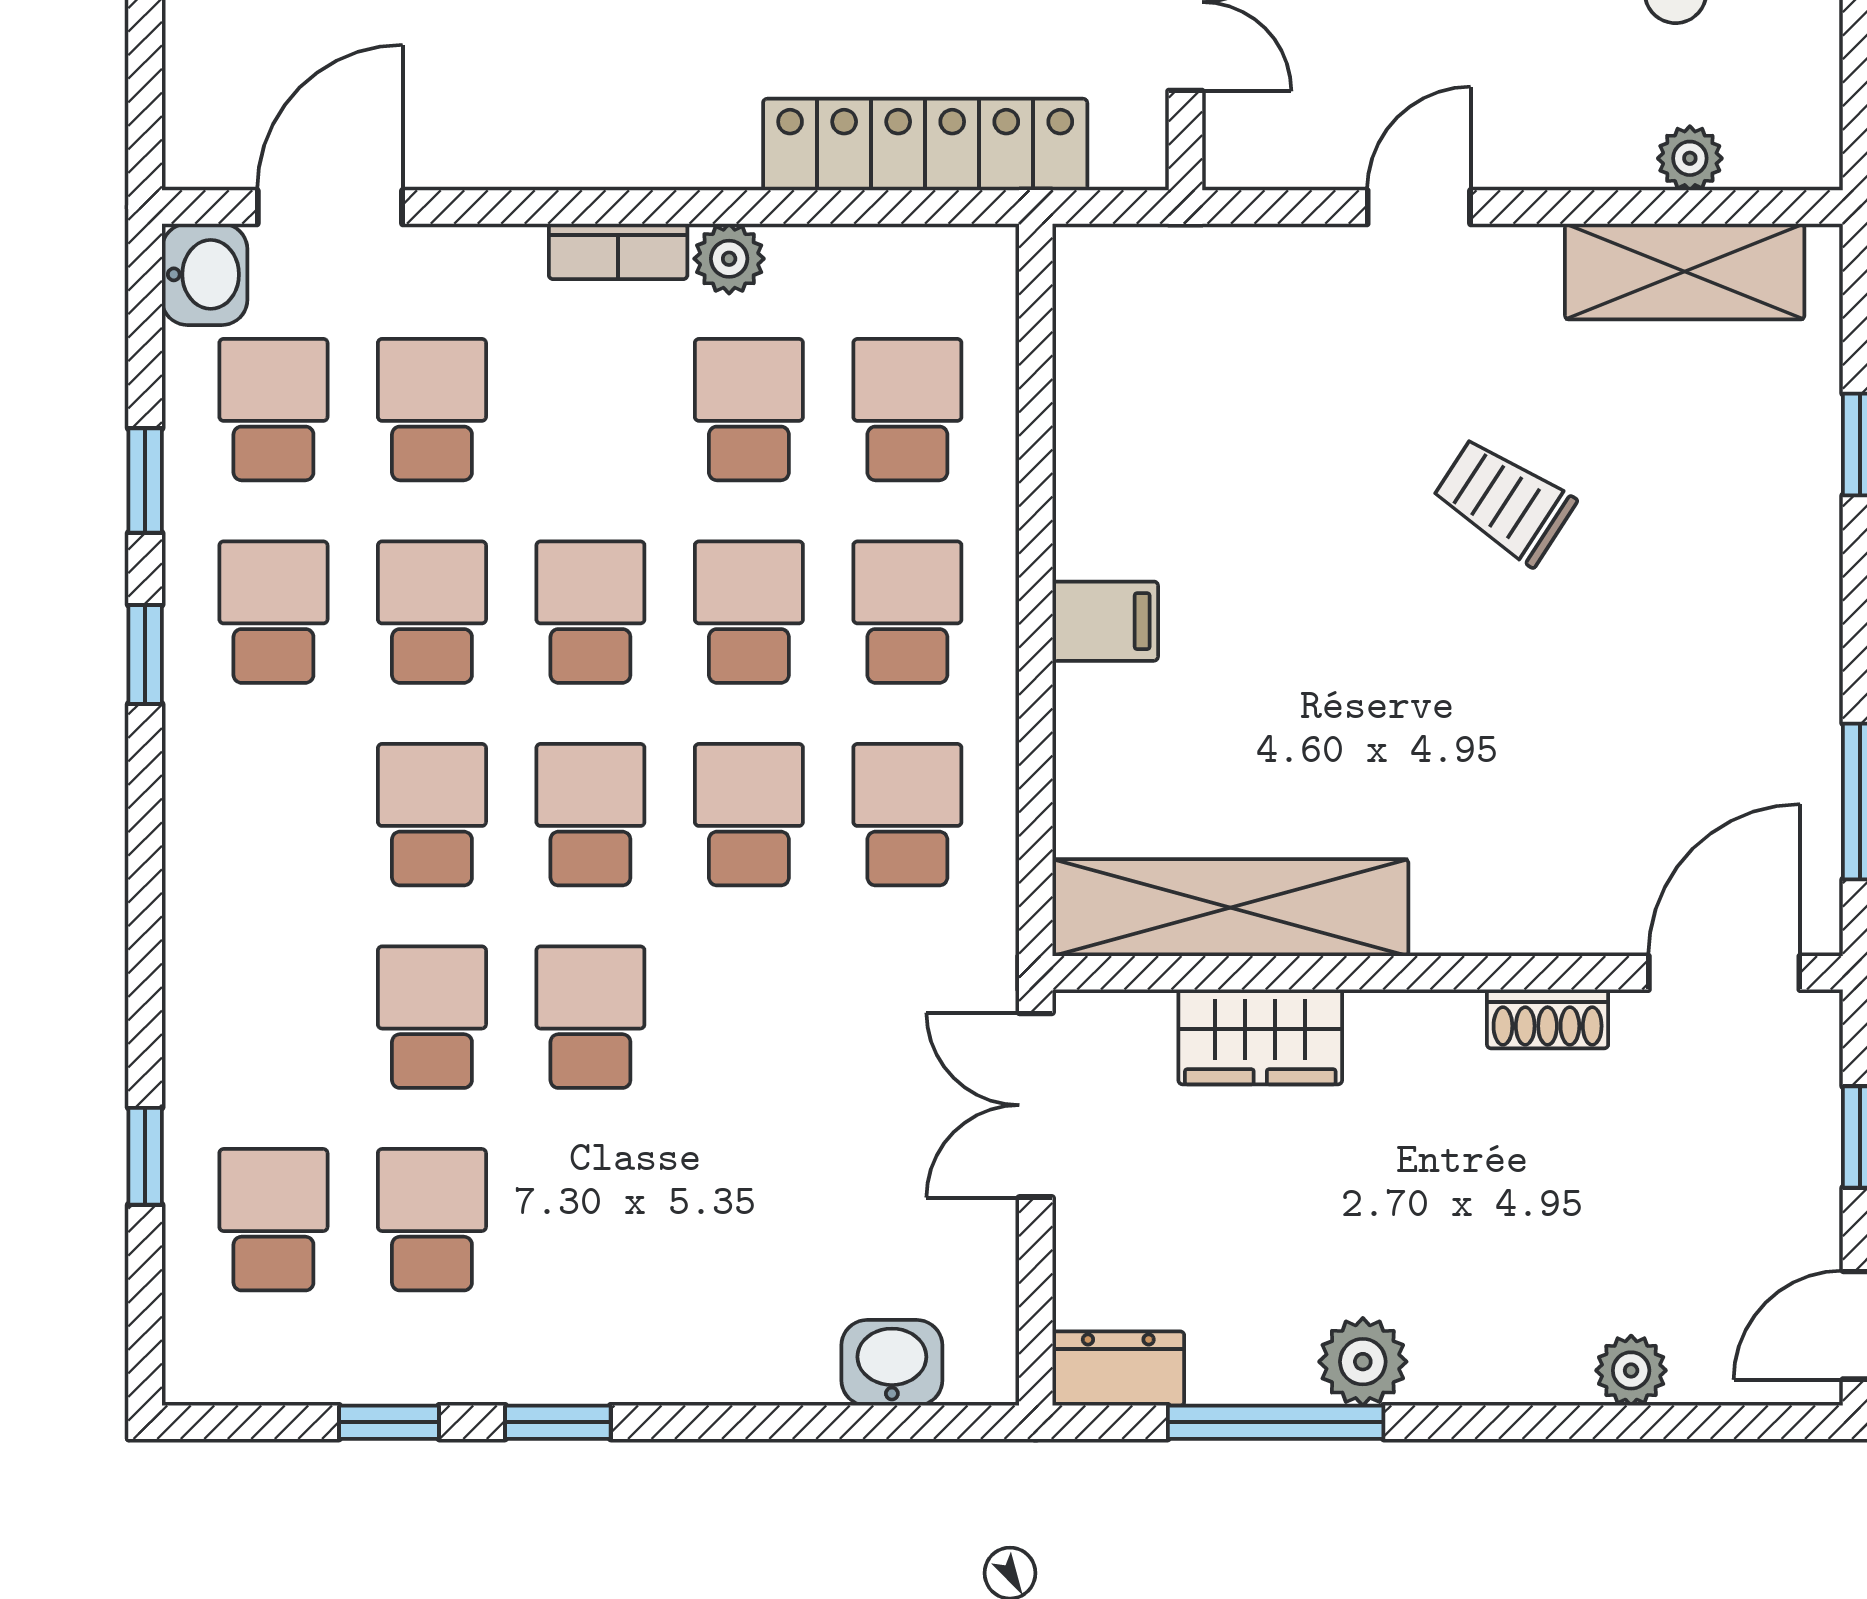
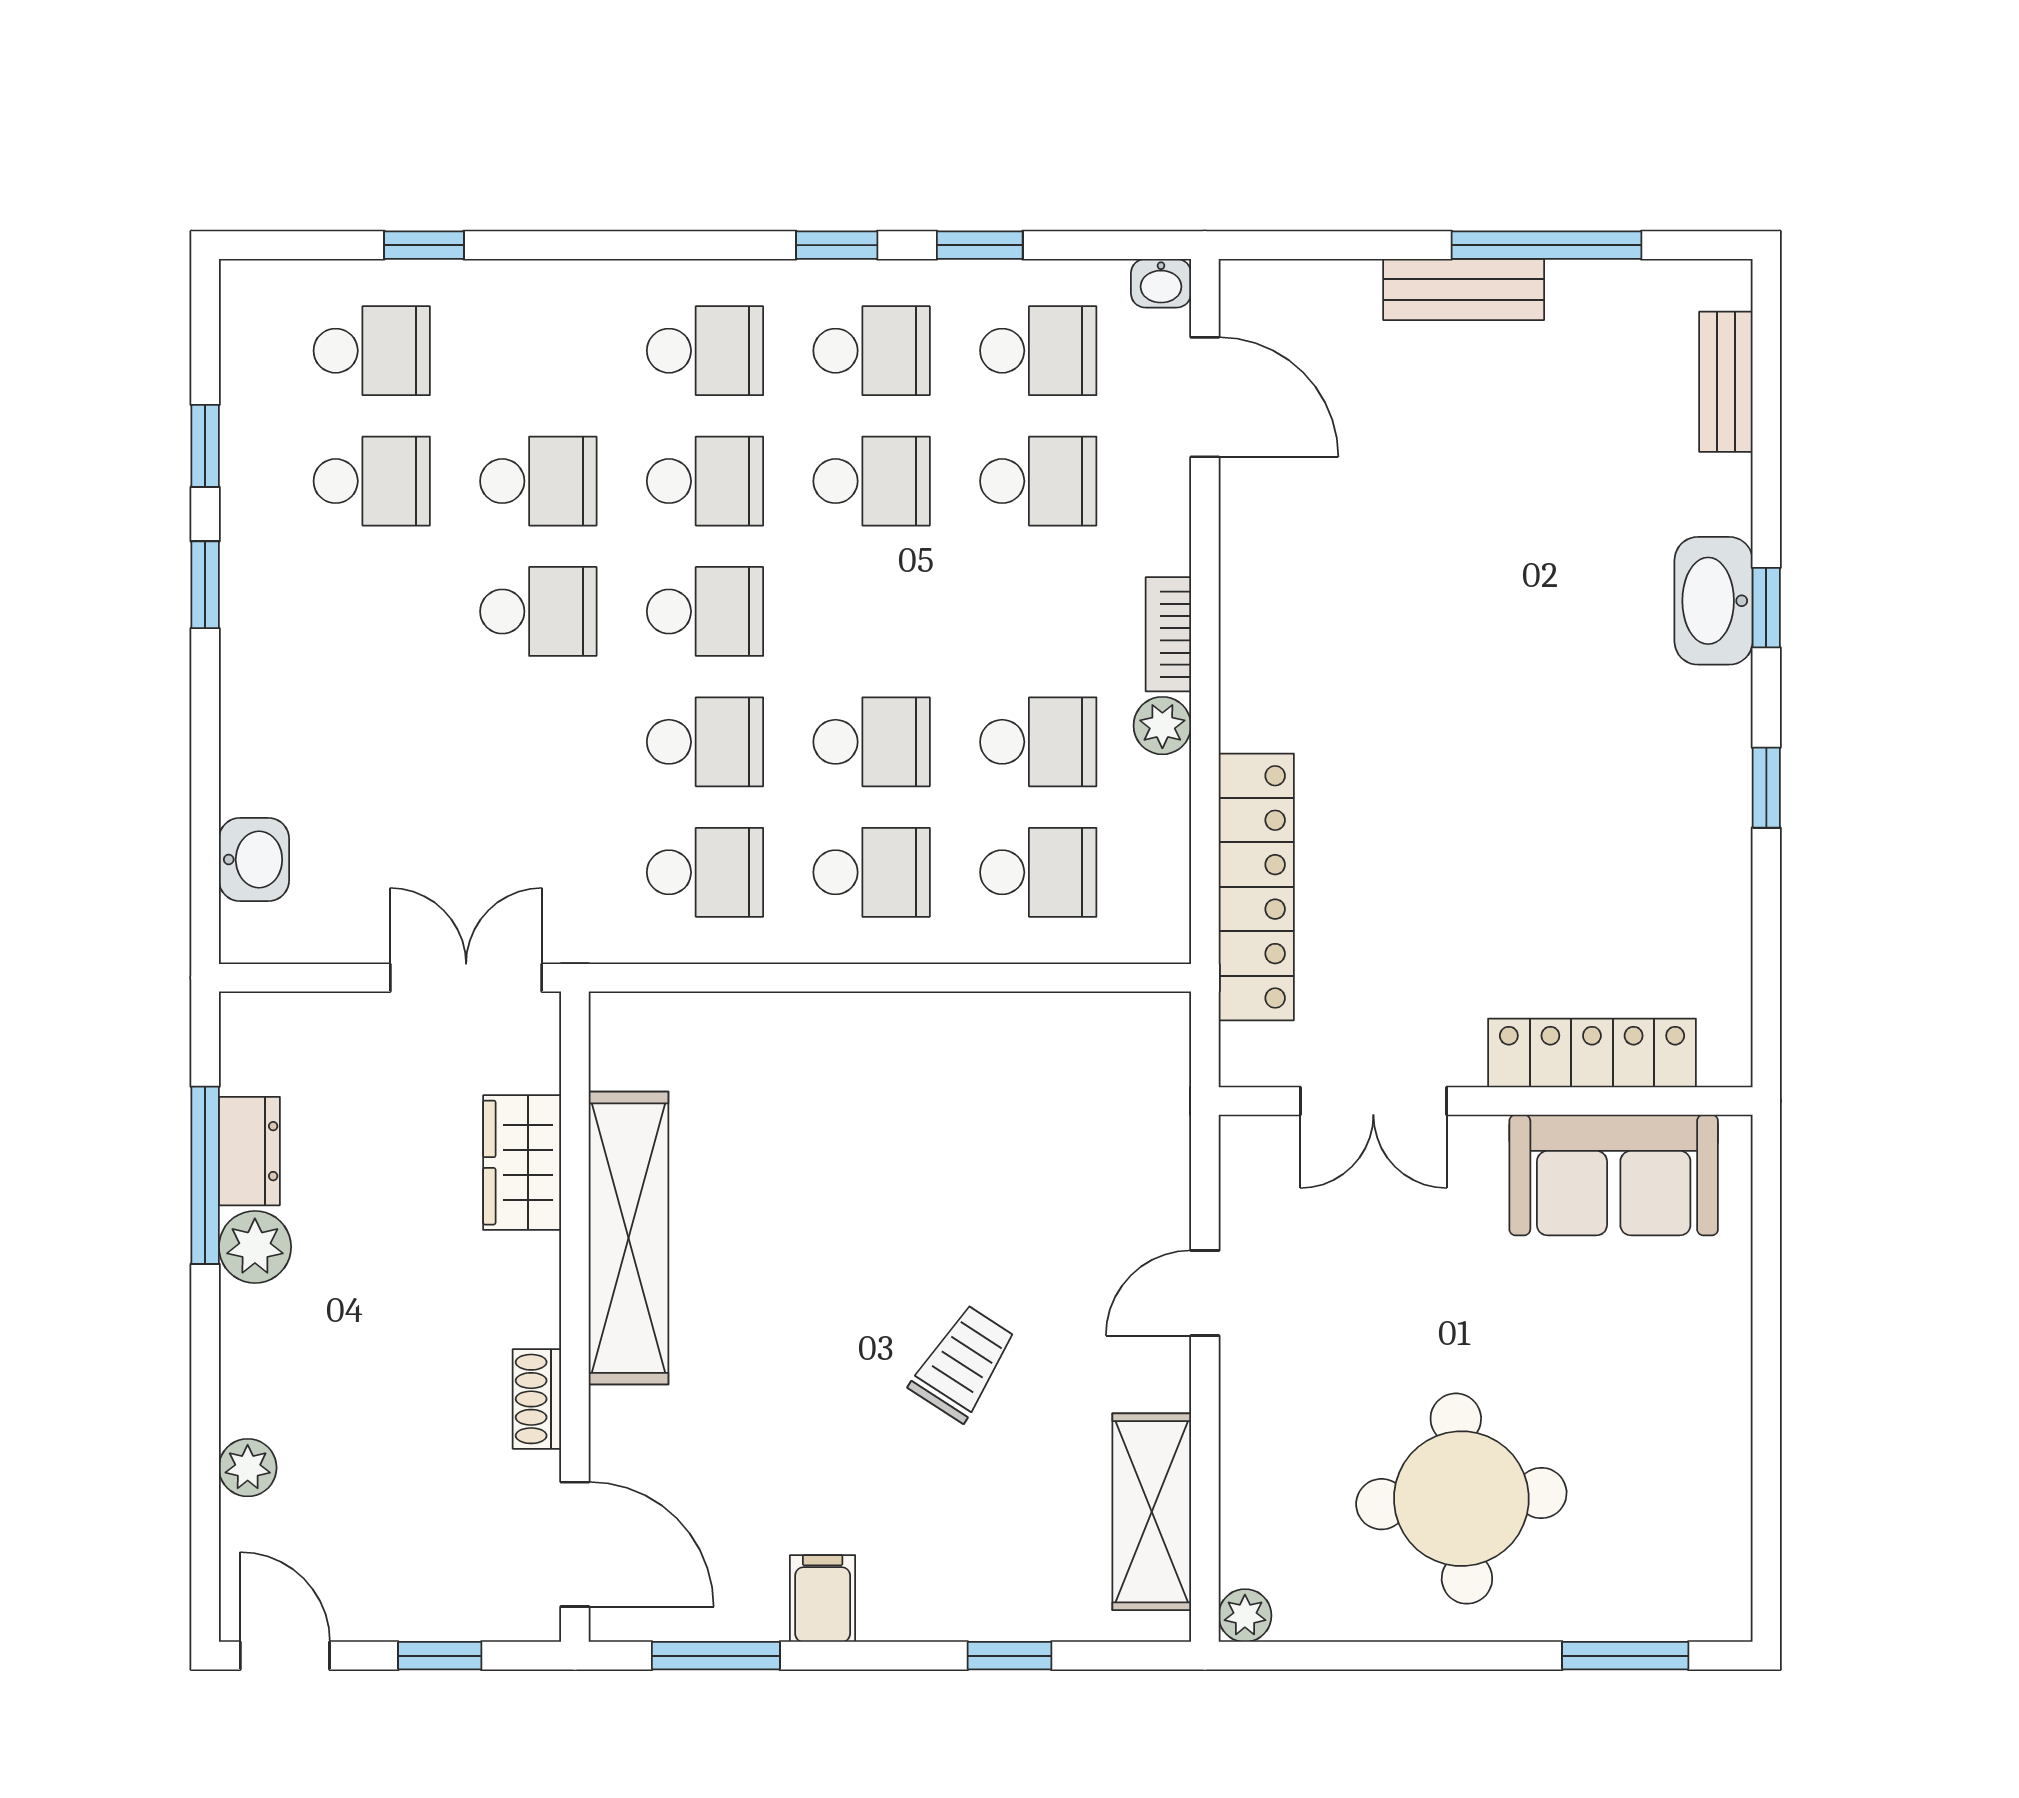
plant: (1690, 158) -> (1245, 1615), moved
door: (1419, 207) -> (1205, 1293), swing flipped
washbasin: (205, 274) -> (1161, 283), width x0.72, depth x0.69
school desk: (590, 612) -> (705, 351), moved
filing cabinet: (1105, 621) -> (823, 1598), moved, turned 180
shelving: (1230, 908) -> (629, 1238), moved
dresser: (1118, 1368) -> (249, 1151), moved

